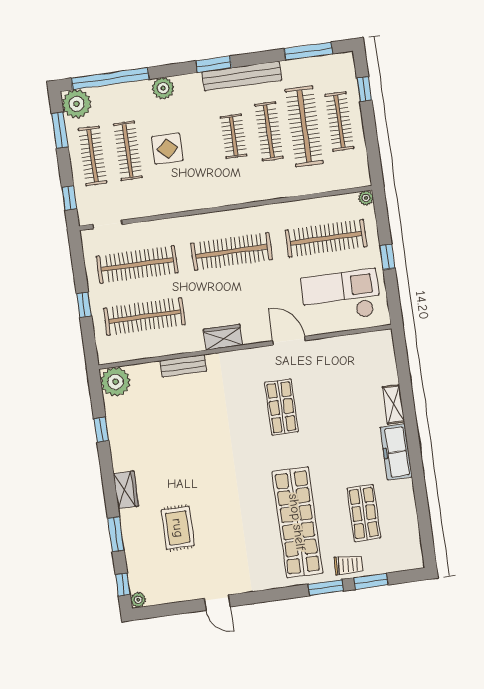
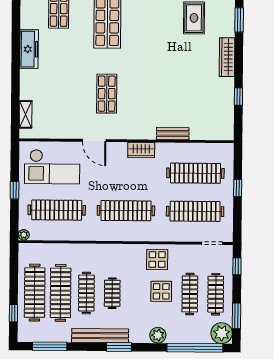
clothes rail: (339, 121) -> (35, 293), width x1.37, depth x1.31
display table: (179, 191) -> (157, 260), added
plant: (115, 382) -> (223, 129), removed
shelving: (393, 404) -> (26, 114), moved
wardrobe: (126, 490) -> (227, 57), width x1.50

